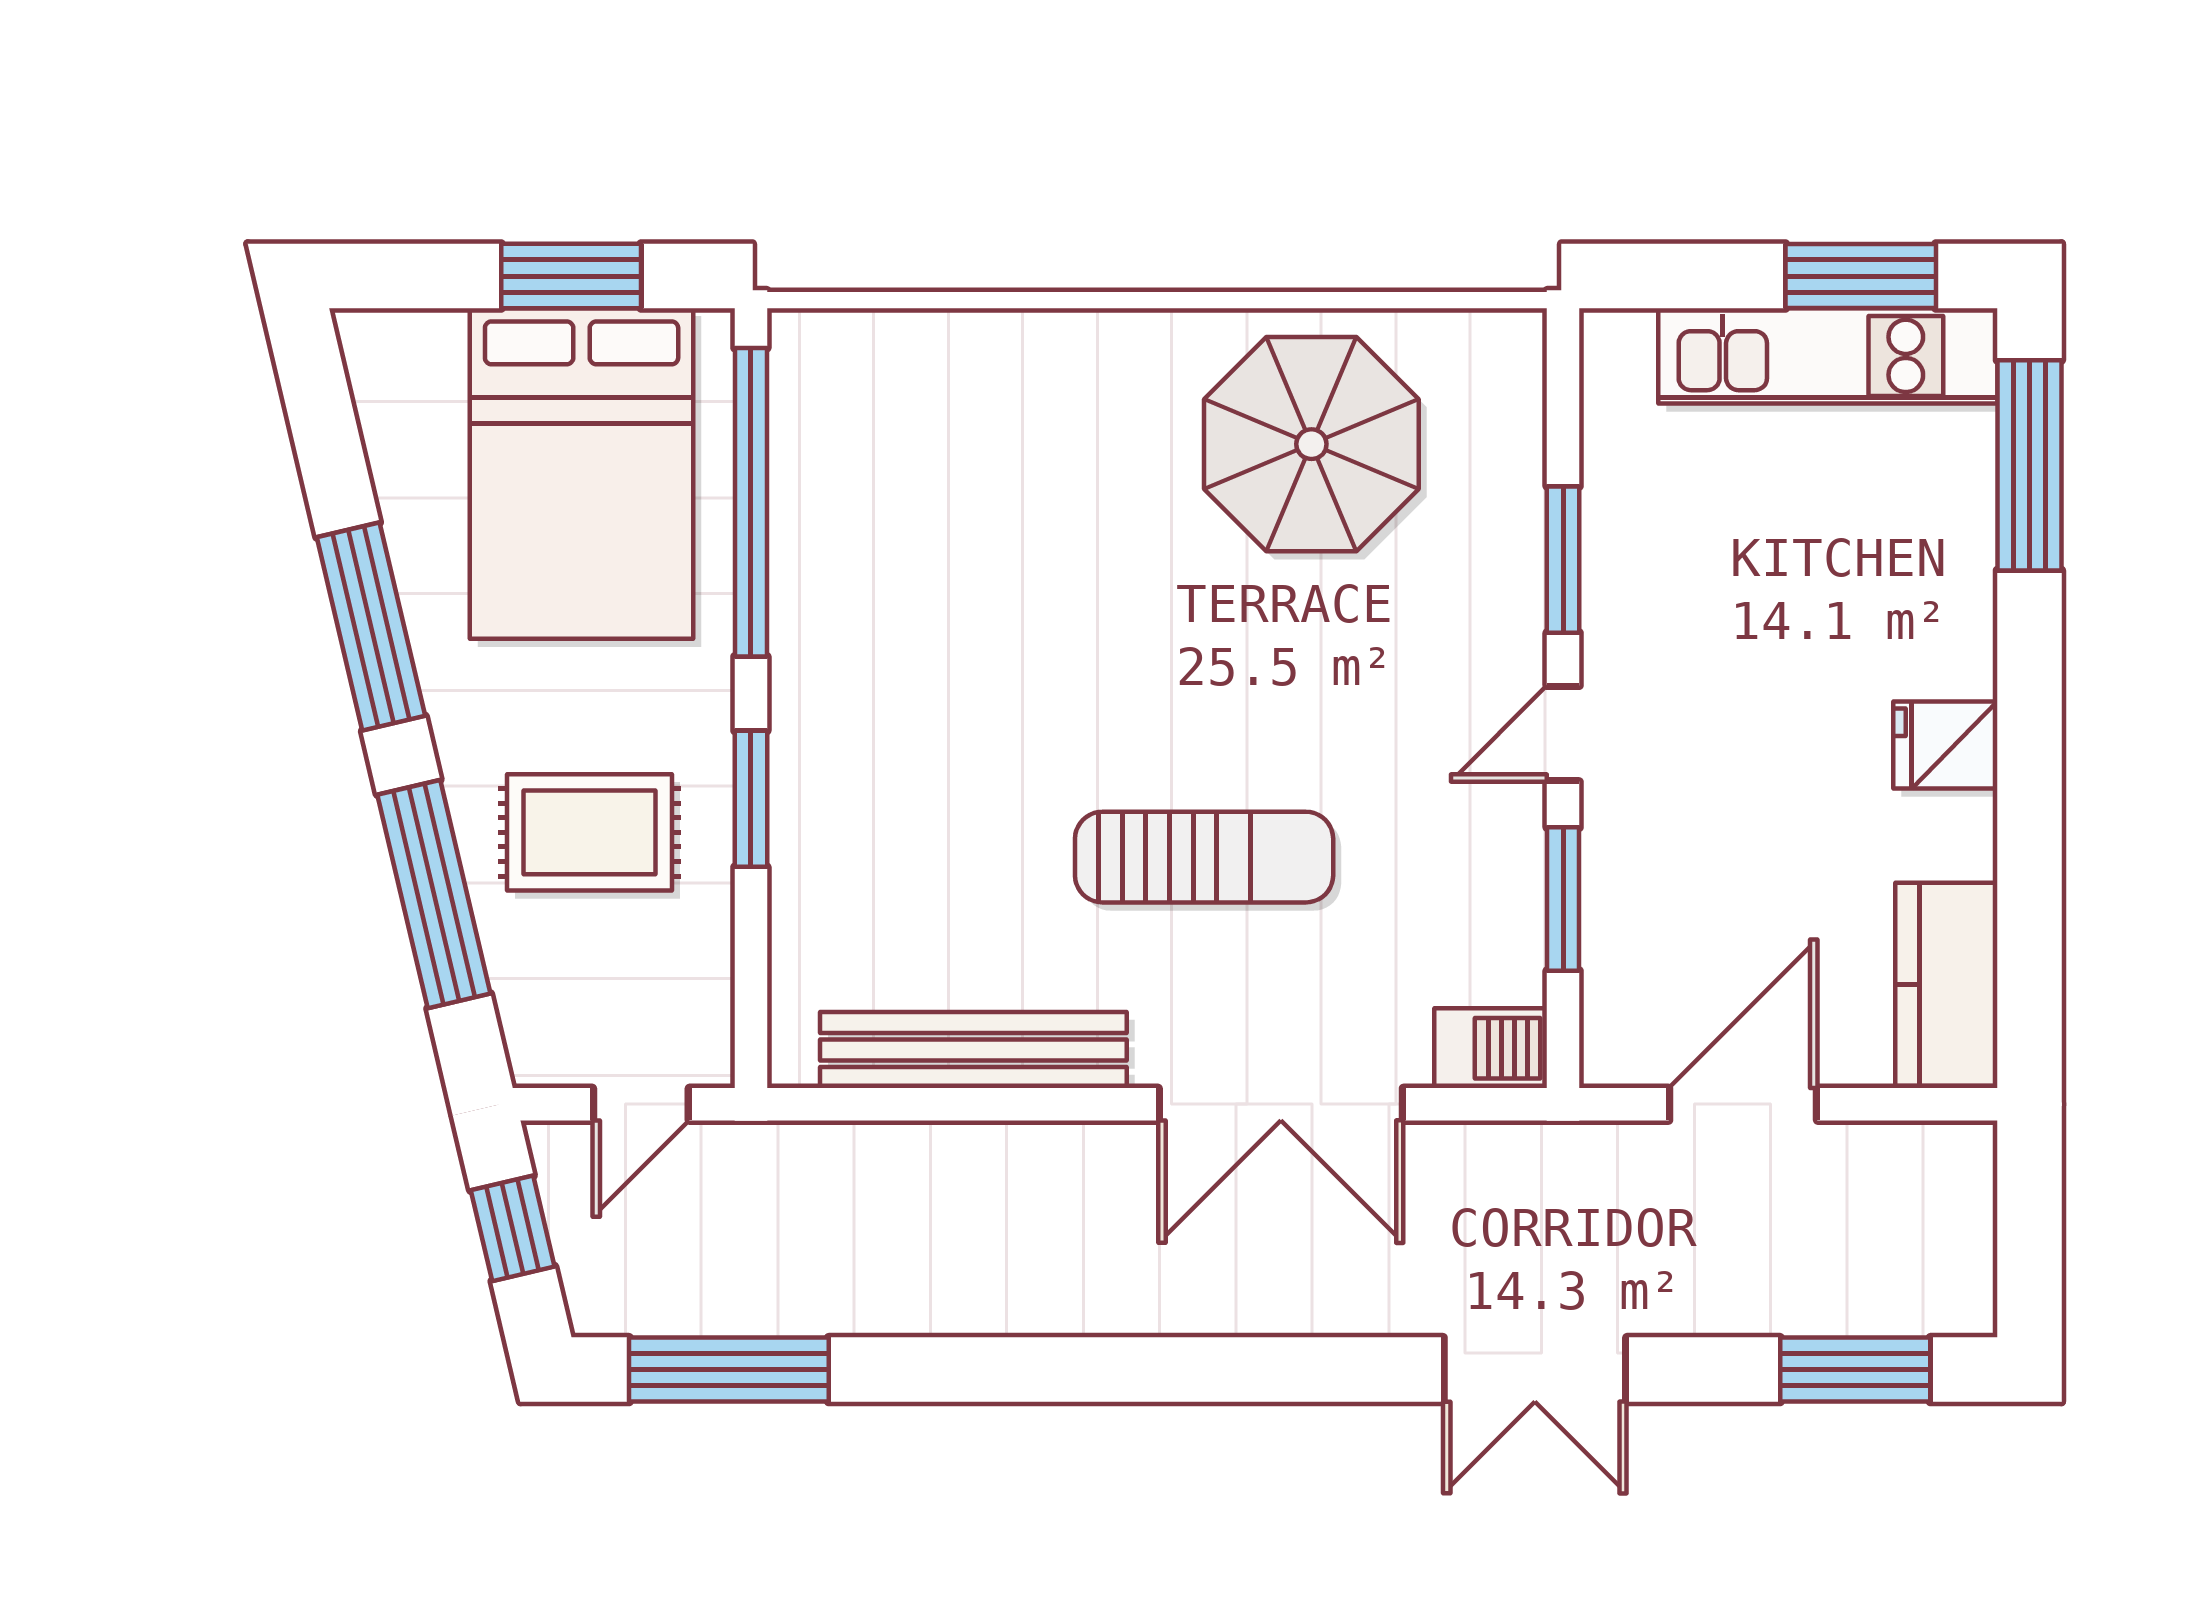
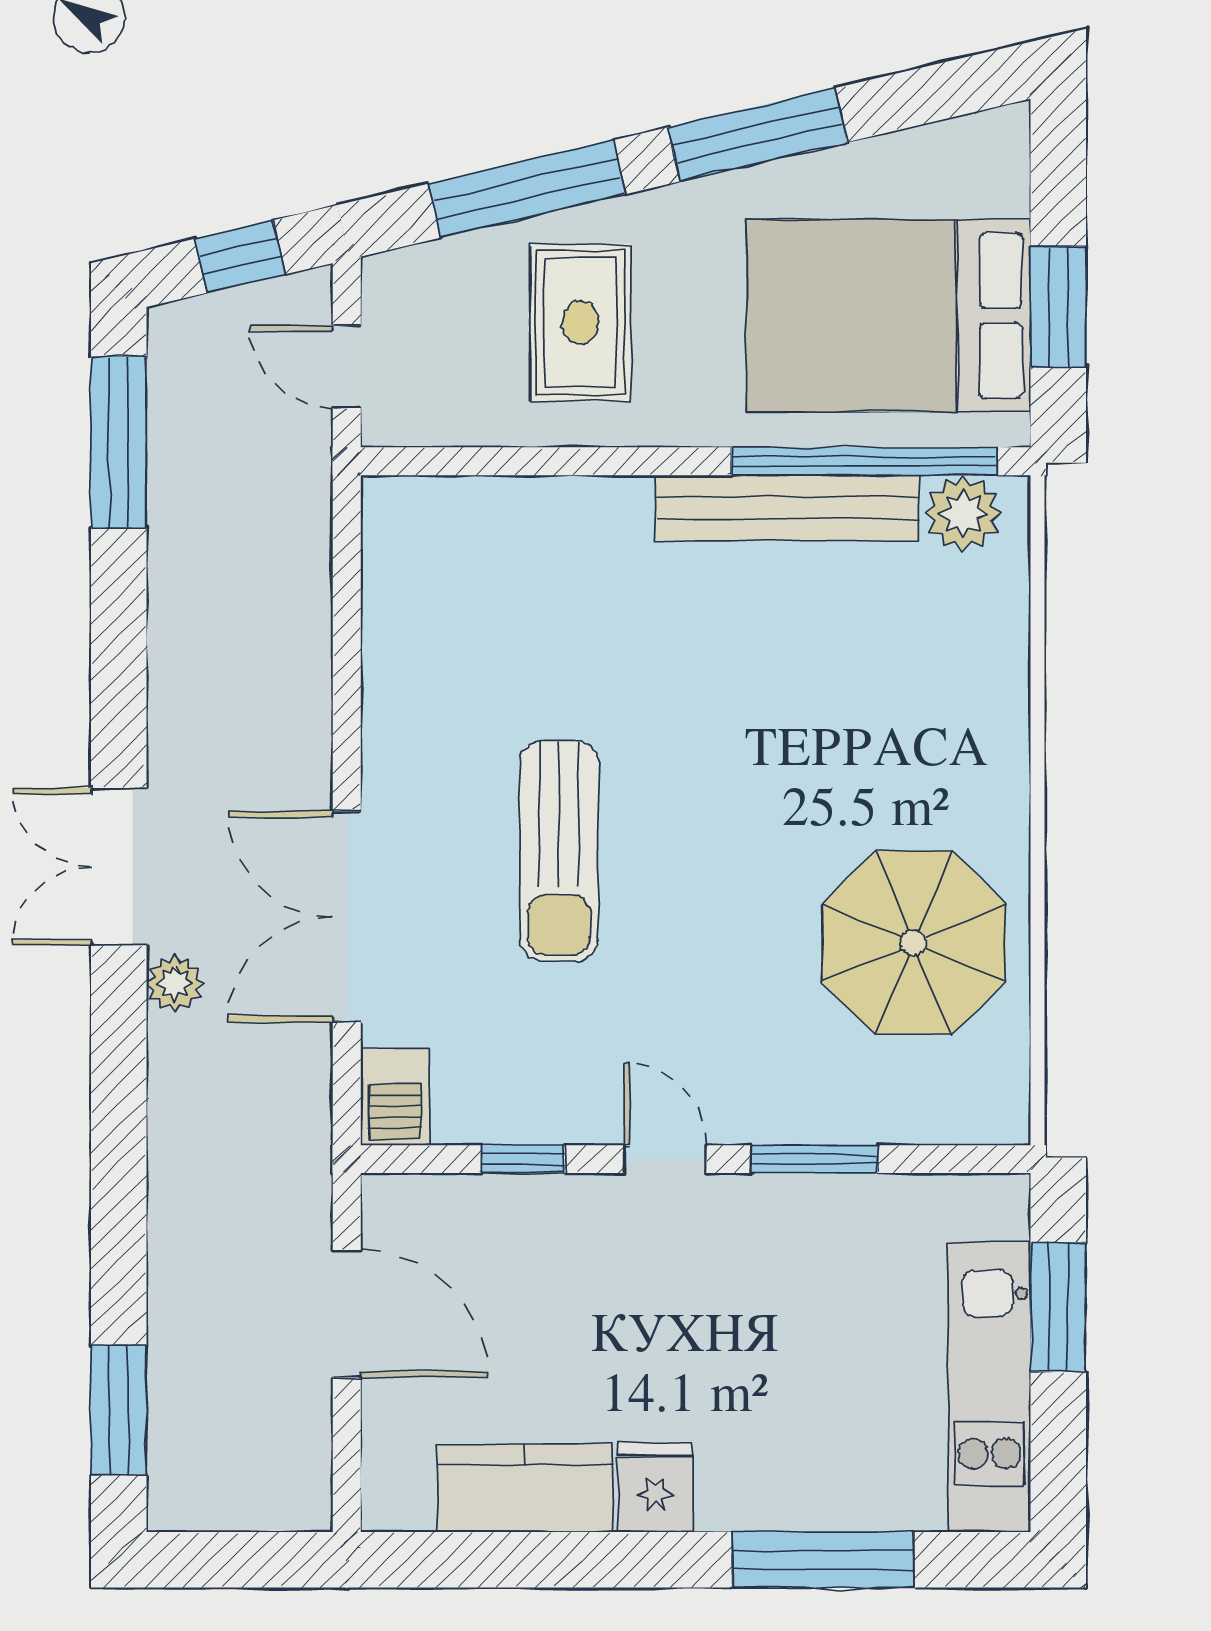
window: (1861, 276) -> (1058, 1307), moved
plant: (812, 387) -> (963, 513), added
window: (2029, 465) -> (823, 1560), moved
window: (751, 799) -> (609, 461), removed
window: (1563, 899) -> (523, 1159), width x0.67
kitchen counter: (1946, 984) -> (525, 1488), moved
bench: (973, 1050) -> (788, 508), moved, turned 90
plant: (1359, 1304) -> (175, 984), added
double door: (1535, 1370) -> (119, 867), moved

